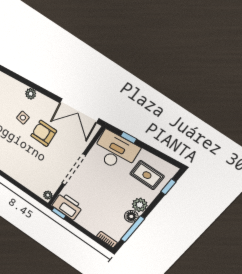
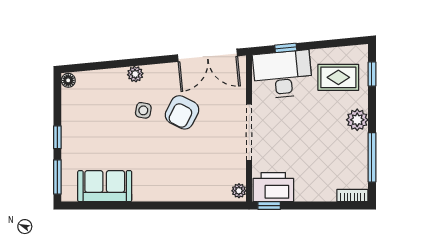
armchair: (44, 133) -> (182, 112), turned -63
floor lamp: (131, 216) -> (359, 142), removed

